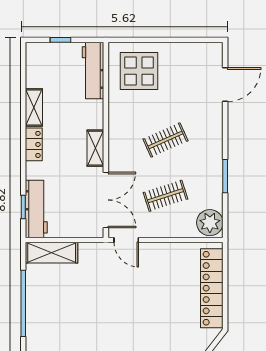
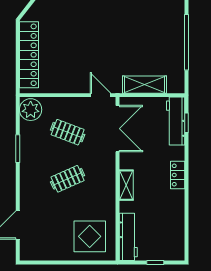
shelving: (34, 108) -> (178, 206), removed
shelving: (95, 148) -> (126, 185), moved
clothes rail: (165, 196) -> (68, 132), turned 39
double door: (106, 200) -> (117, 129), swing flipped
shelving: (52, 253) -> (144, 85), moved

